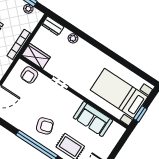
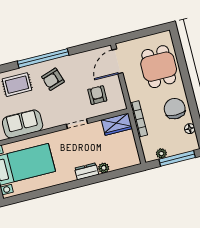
dresser: (53, 26) -> (87, 171), moved
armchair: (29, 75) -> (97, 95), moved

